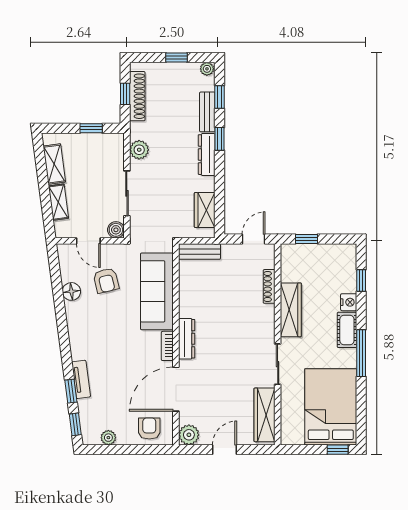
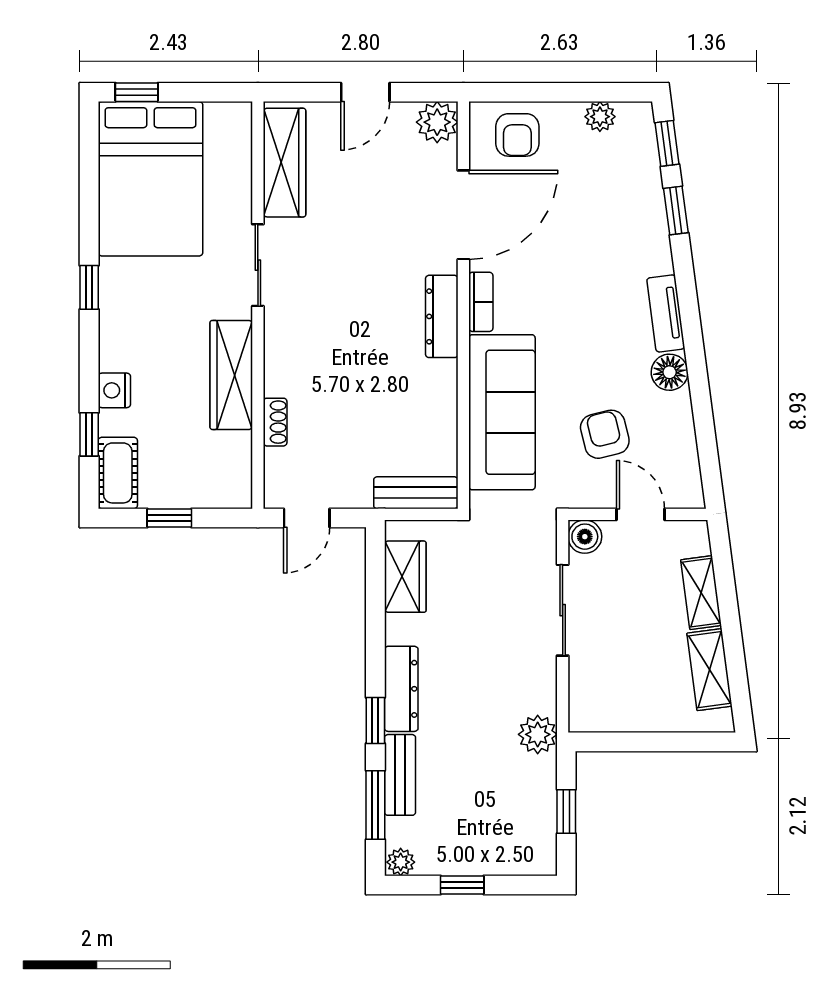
shoe rack: (137, 96) -> (542, 807), removed
window: (220, 97) -> (375, 805), width x1.50
window: (91, 128) -> (635, 742), removed
plant: (139, 150) -> (538, 734), moved
window: (306, 239) -> (169, 518), moved
shoe rack: (269, 286) -> (275, 422), width x0.70
floor lamp: (71, 291) -> (670, 372), moved
cot: (347, 330) -> (118, 473), moved
window: (361, 353) -> (89, 287), width x0.46
tv unit: (81, 379) -> (666, 313), moved

